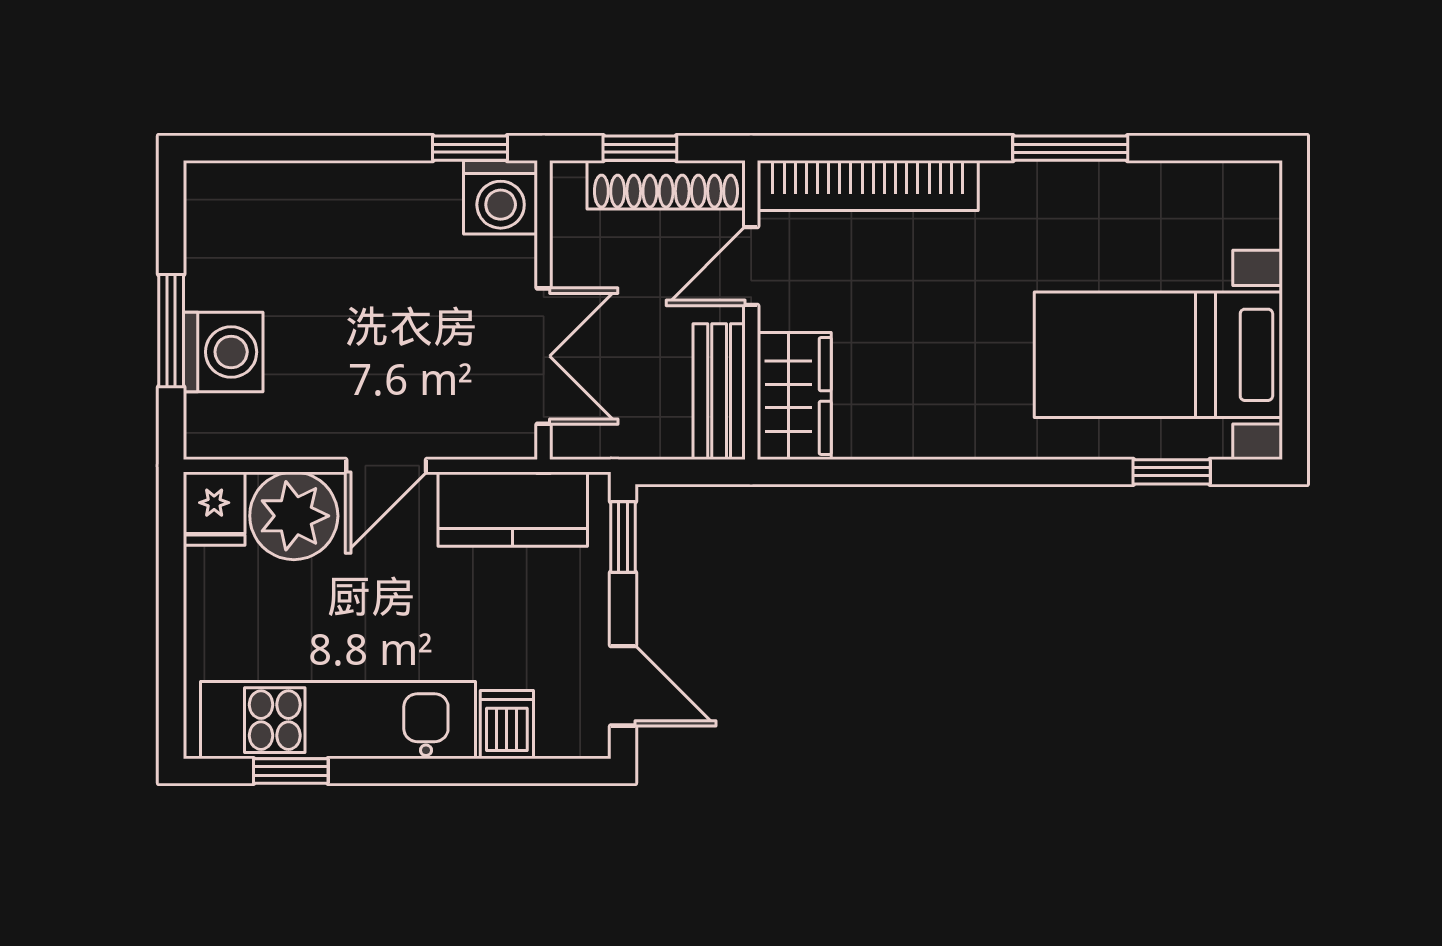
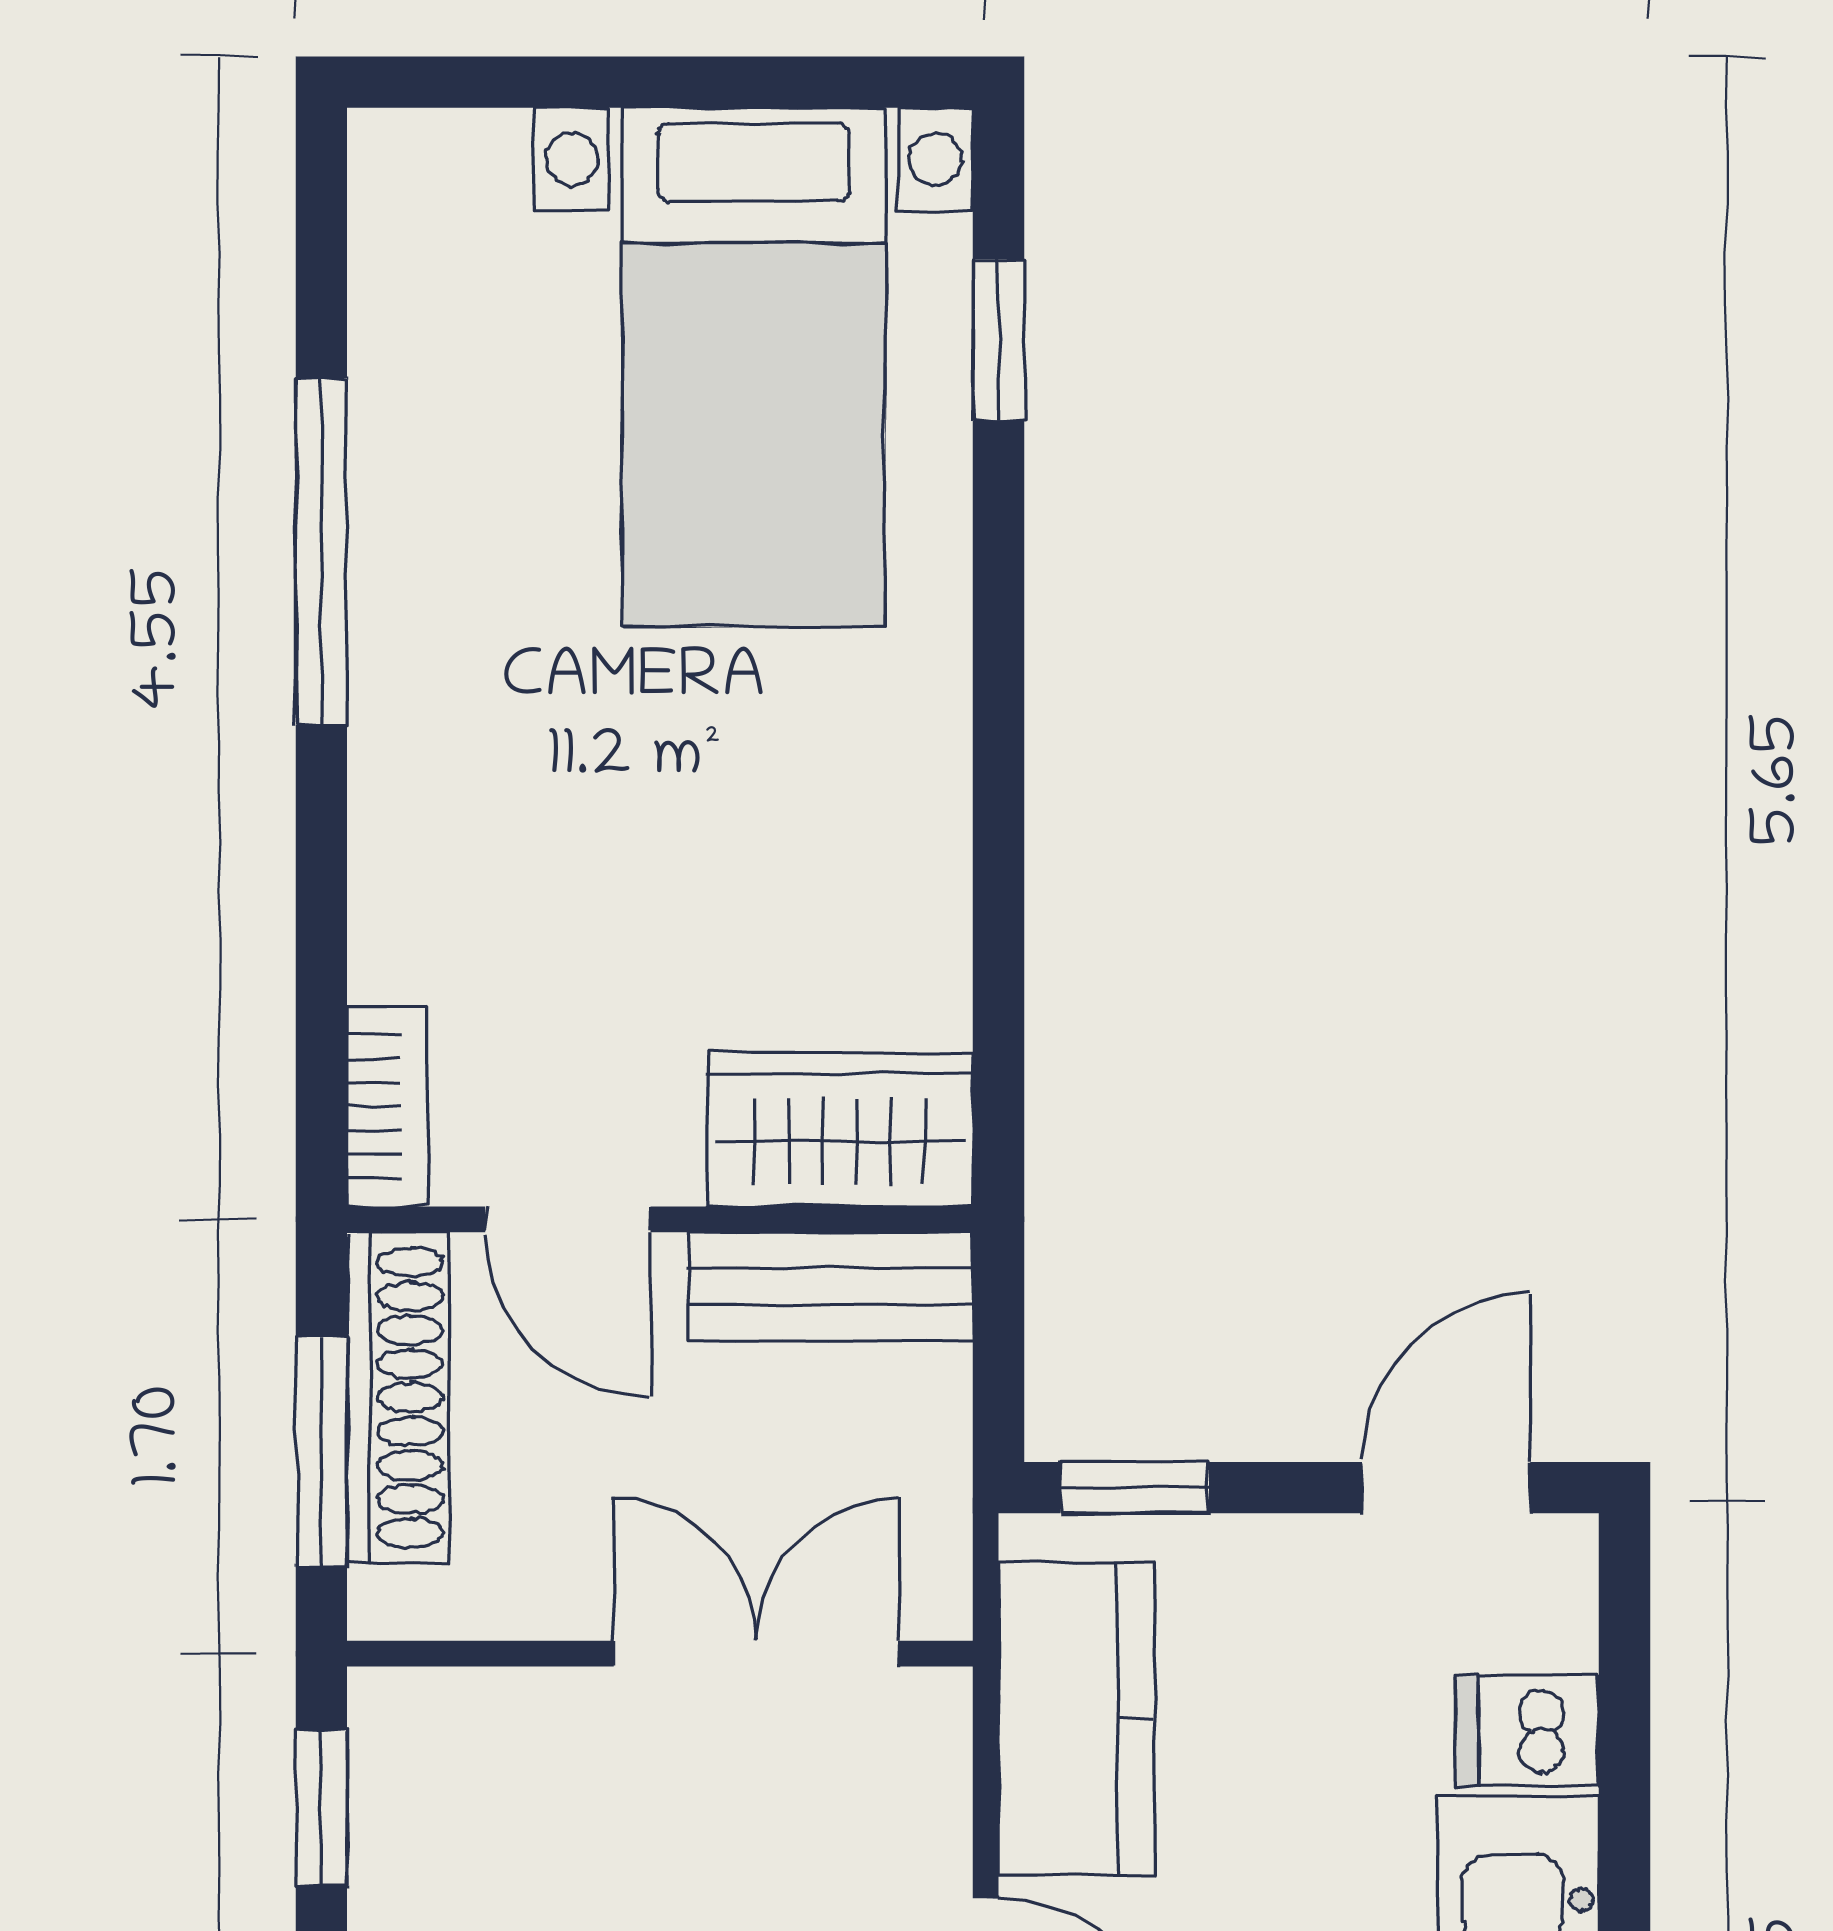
window: (640, 148) -> (321, 1452), width x1.50
window: (1070, 148) -> (321, 552), width x1.44
bookcase: (868, 185) -> (387, 1107), width x0.43, depth x0.76
washing machine: (501, 197) -> (424, 1744), removed

